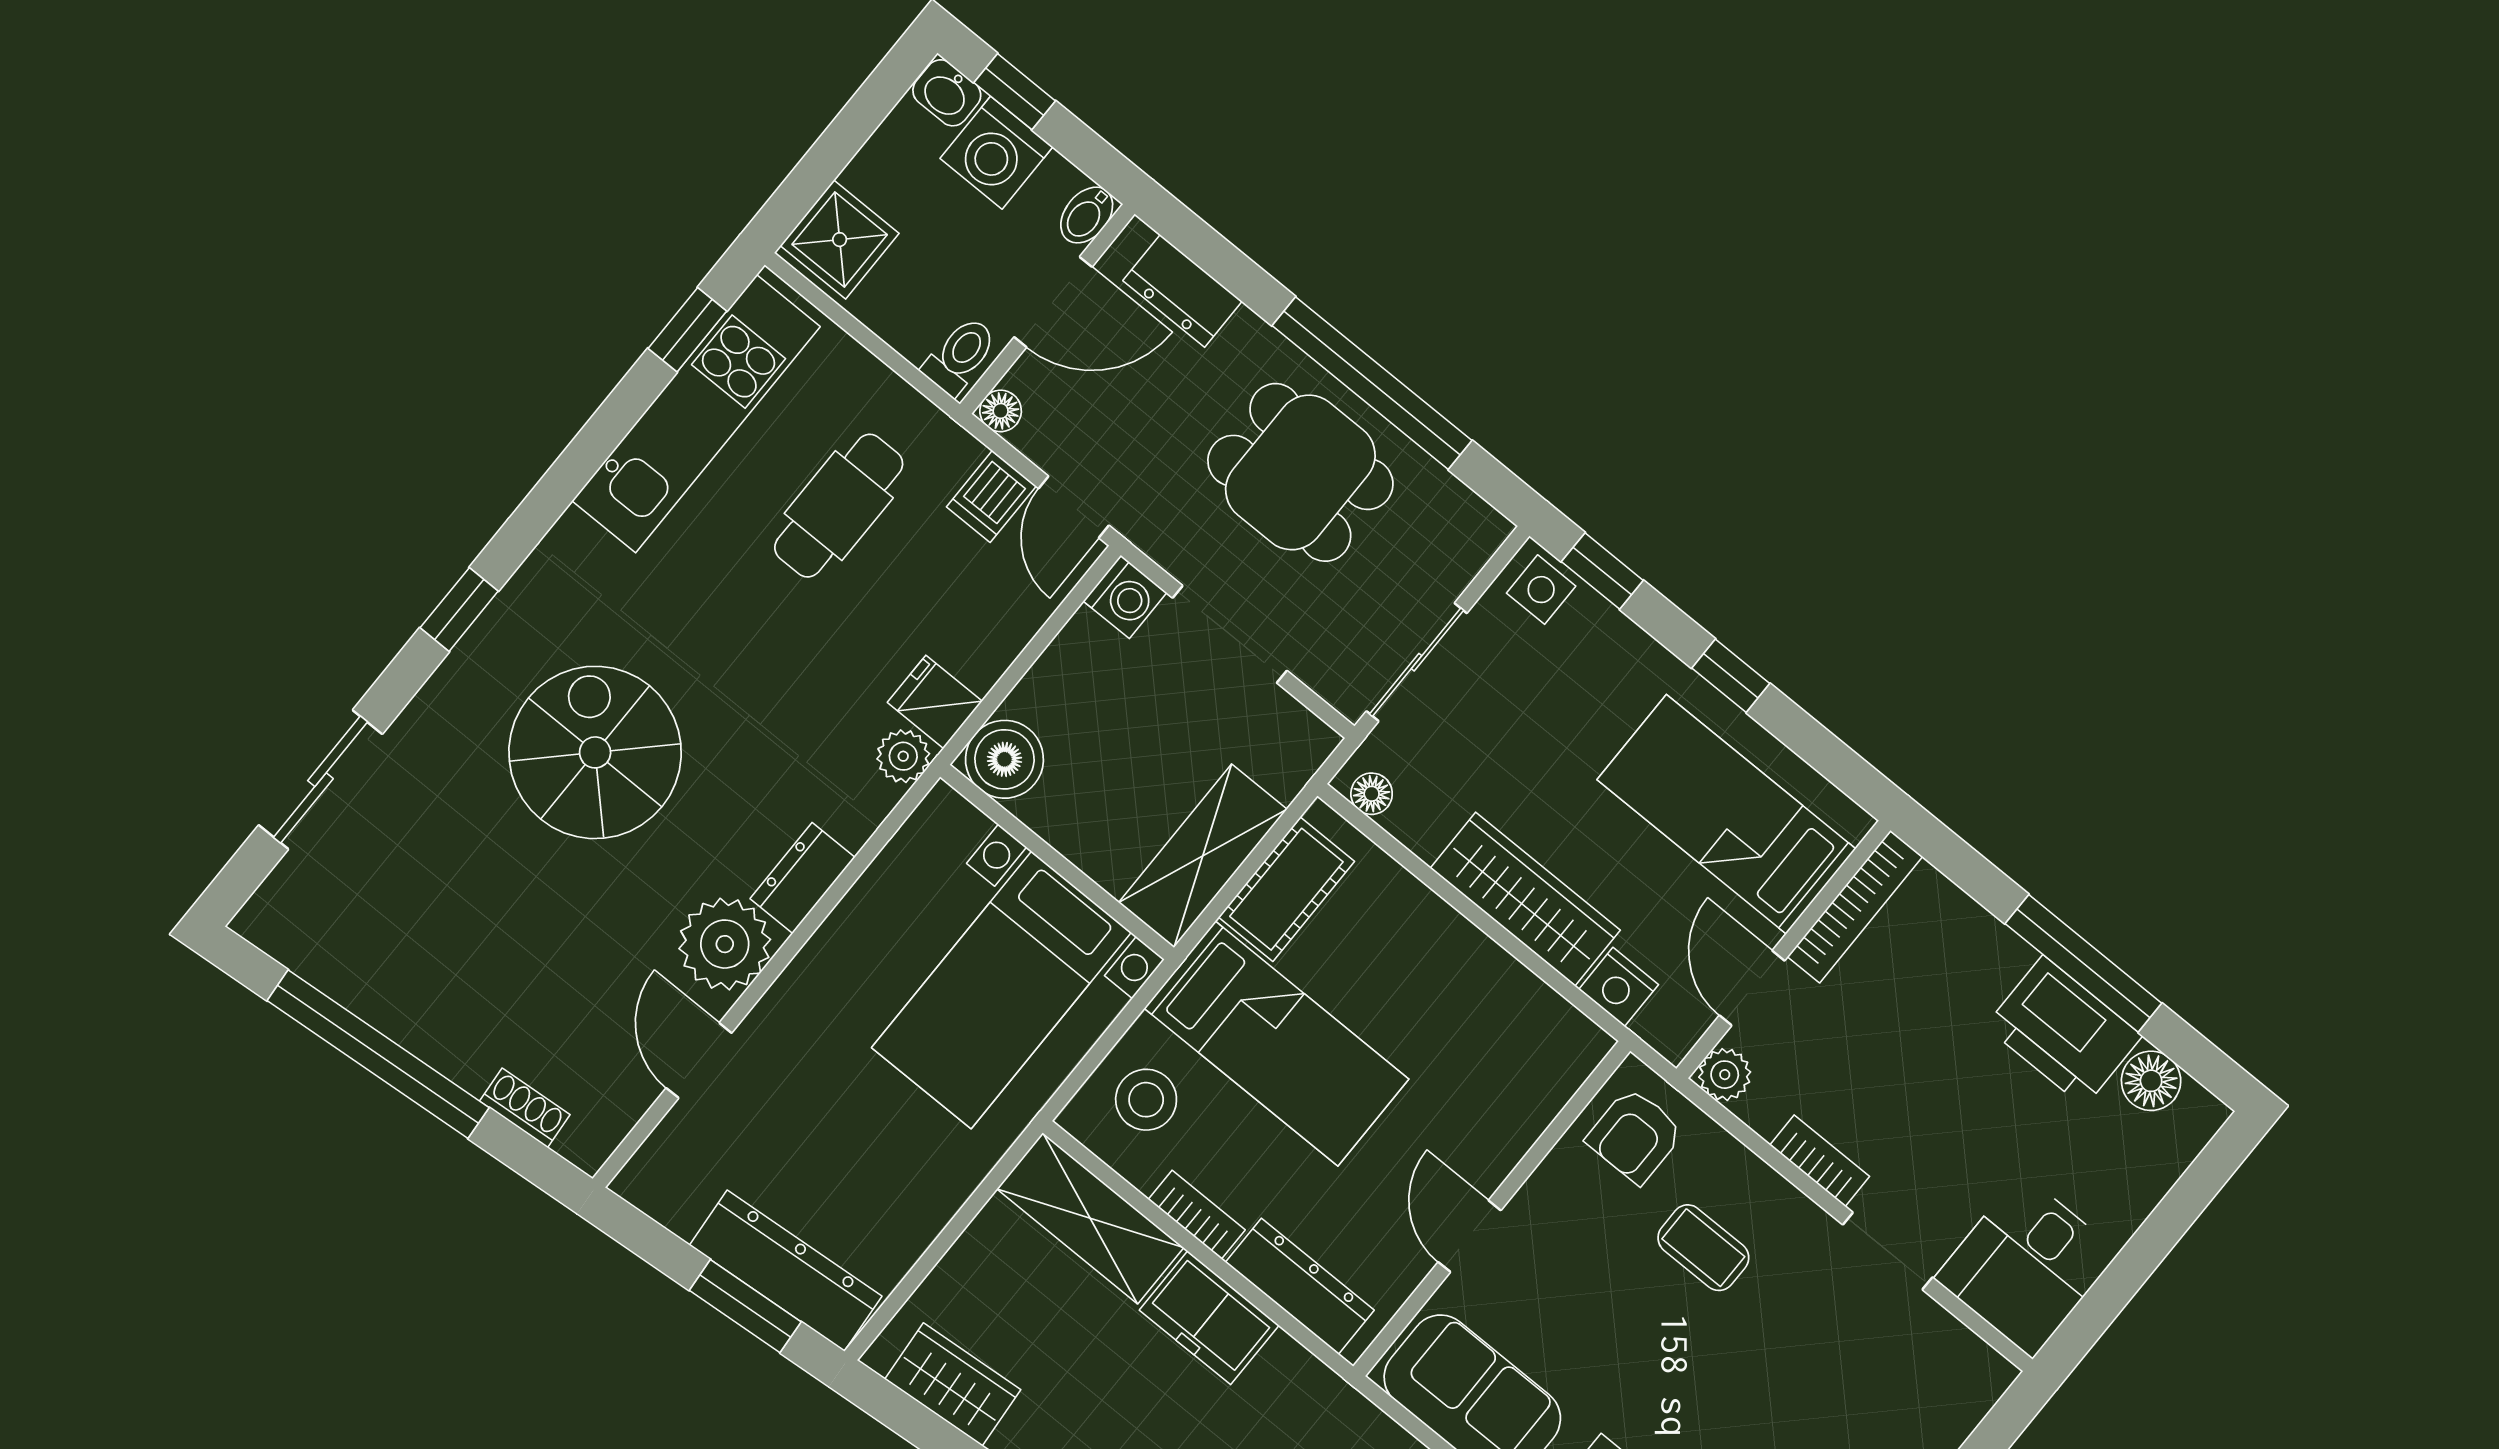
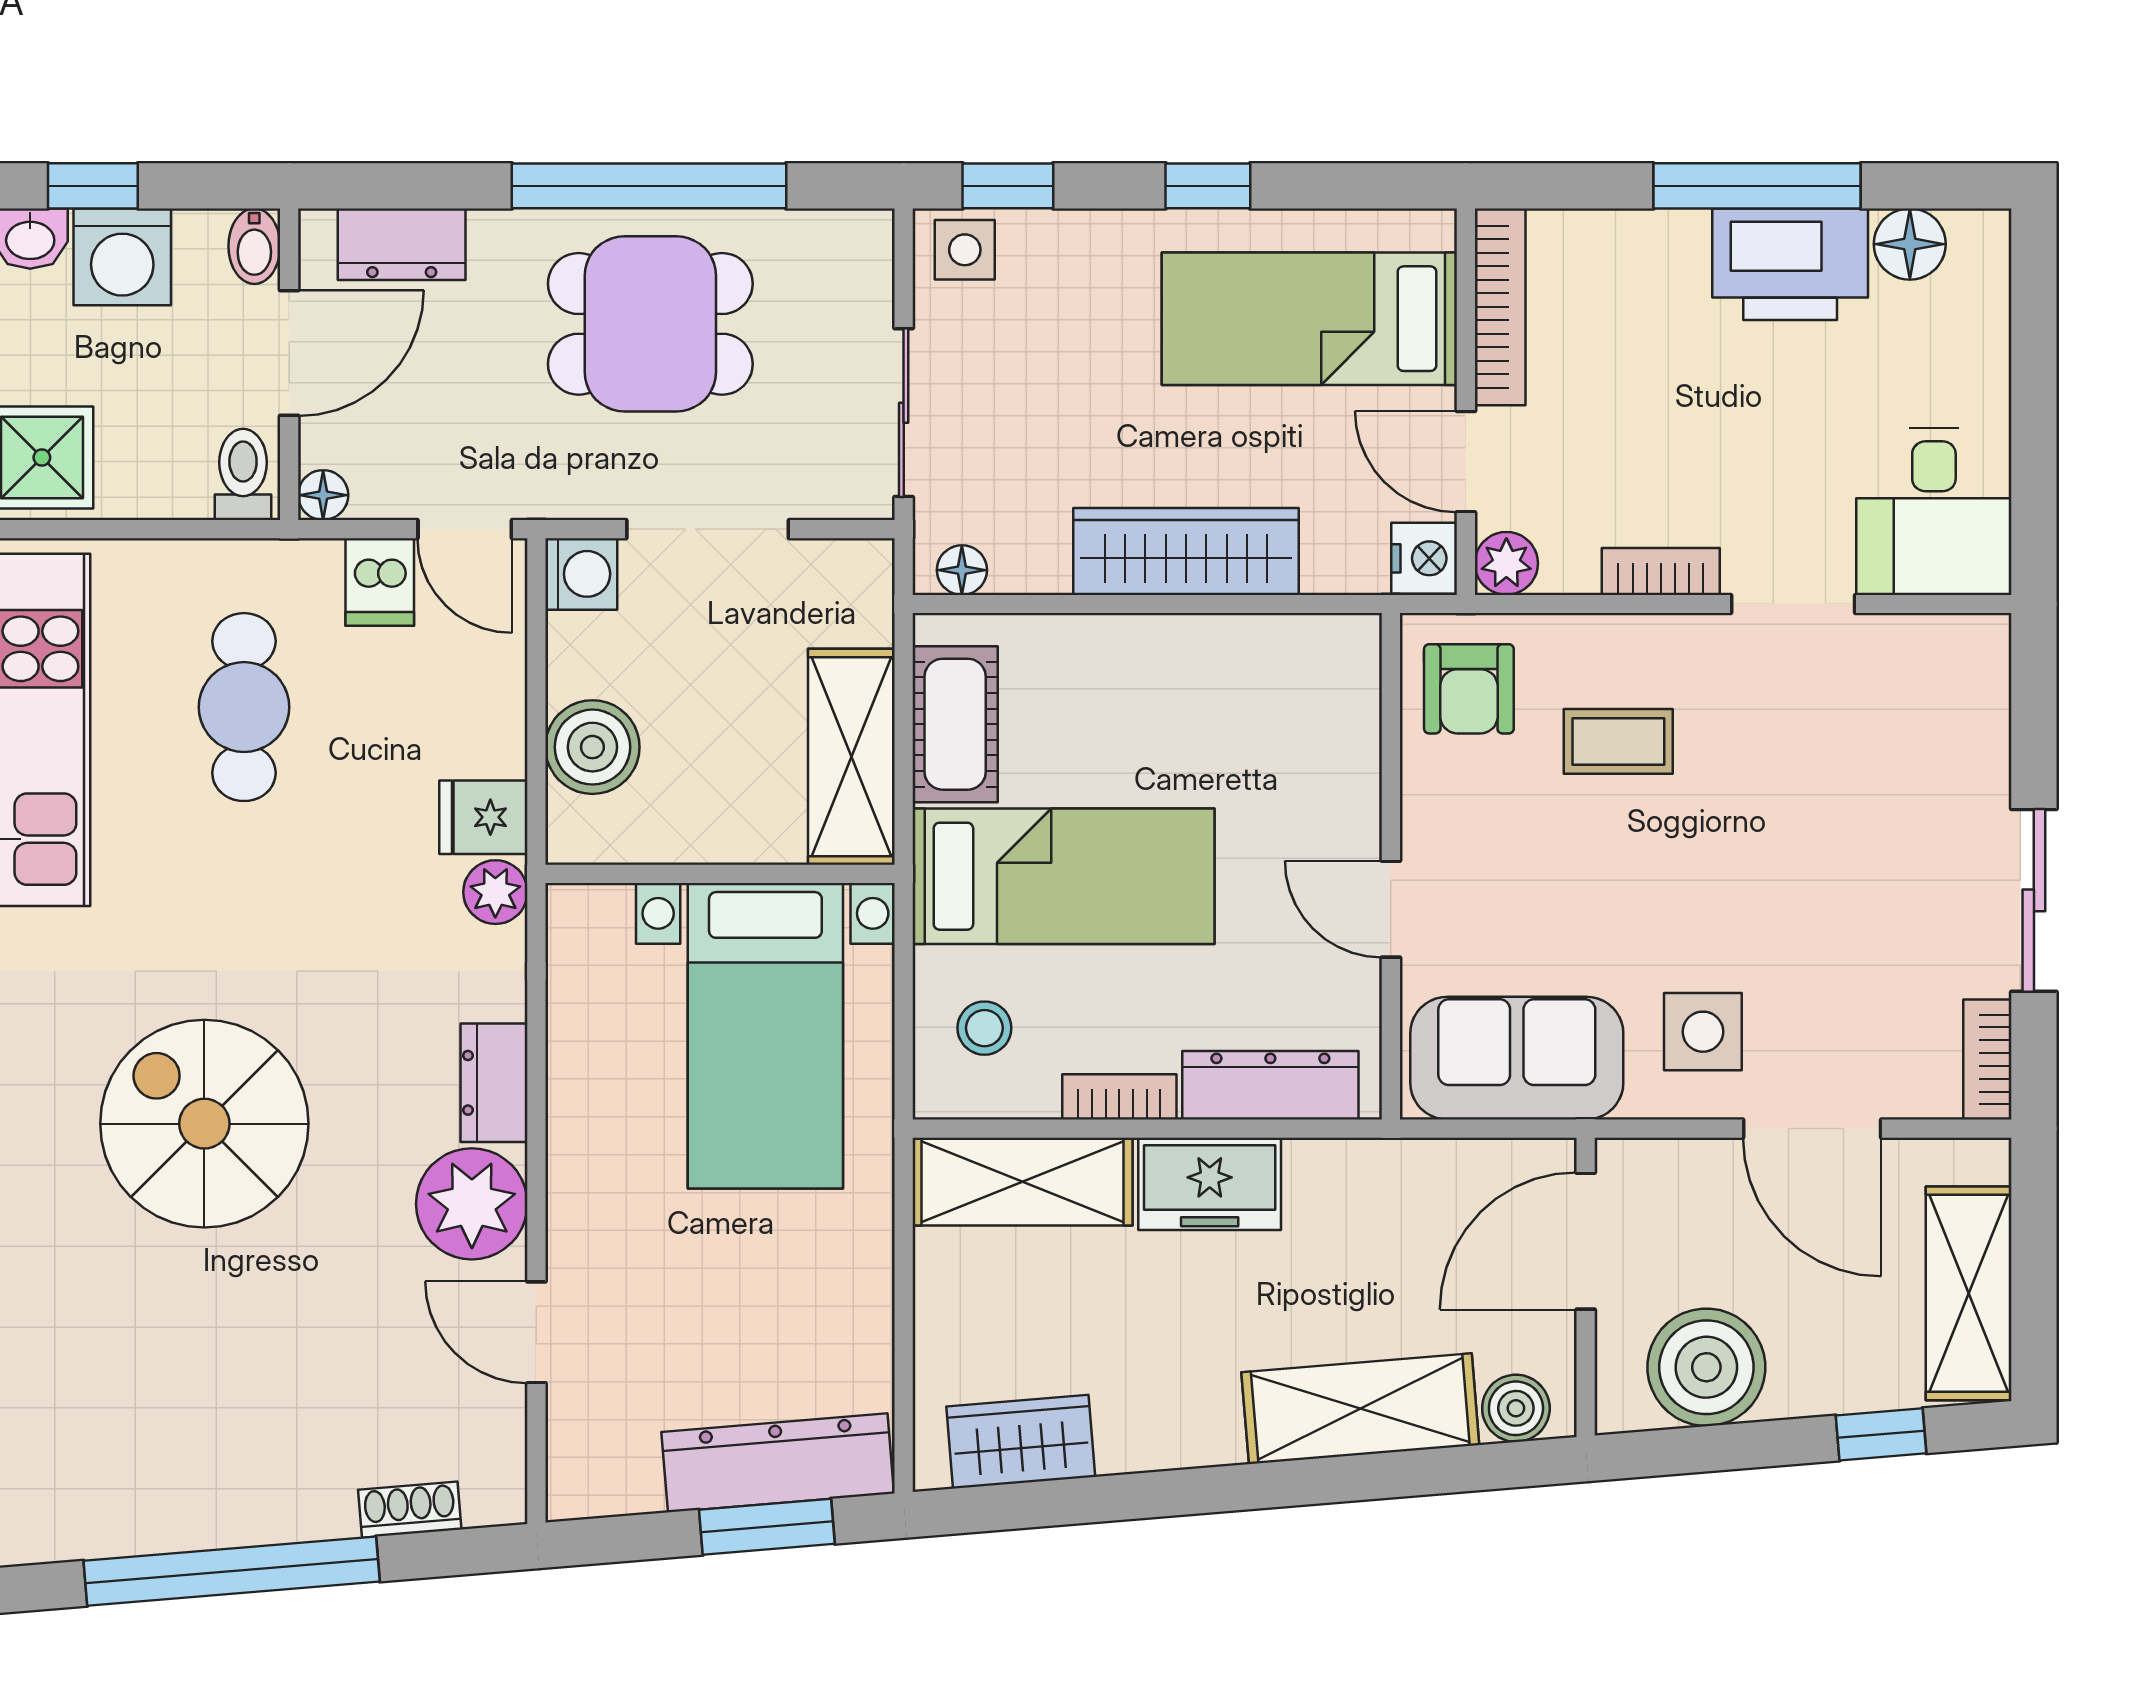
boiler: (1004, 759) -> (592, 747), moved
nightstand: (1619, 987) -> (1424, 558), moved, turned -90
stool: (1146, 1100) -> (984, 1028), width x0.73, depth x0.73

